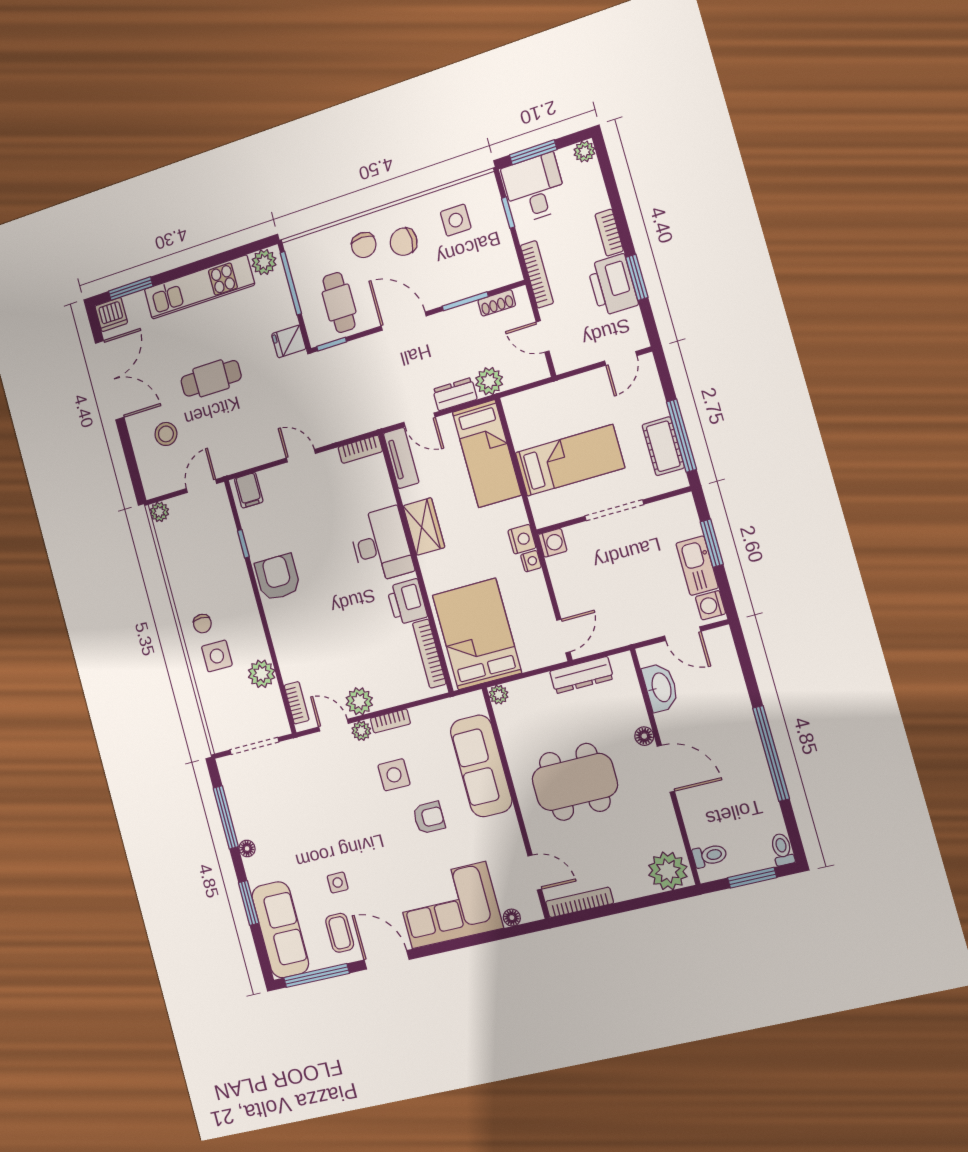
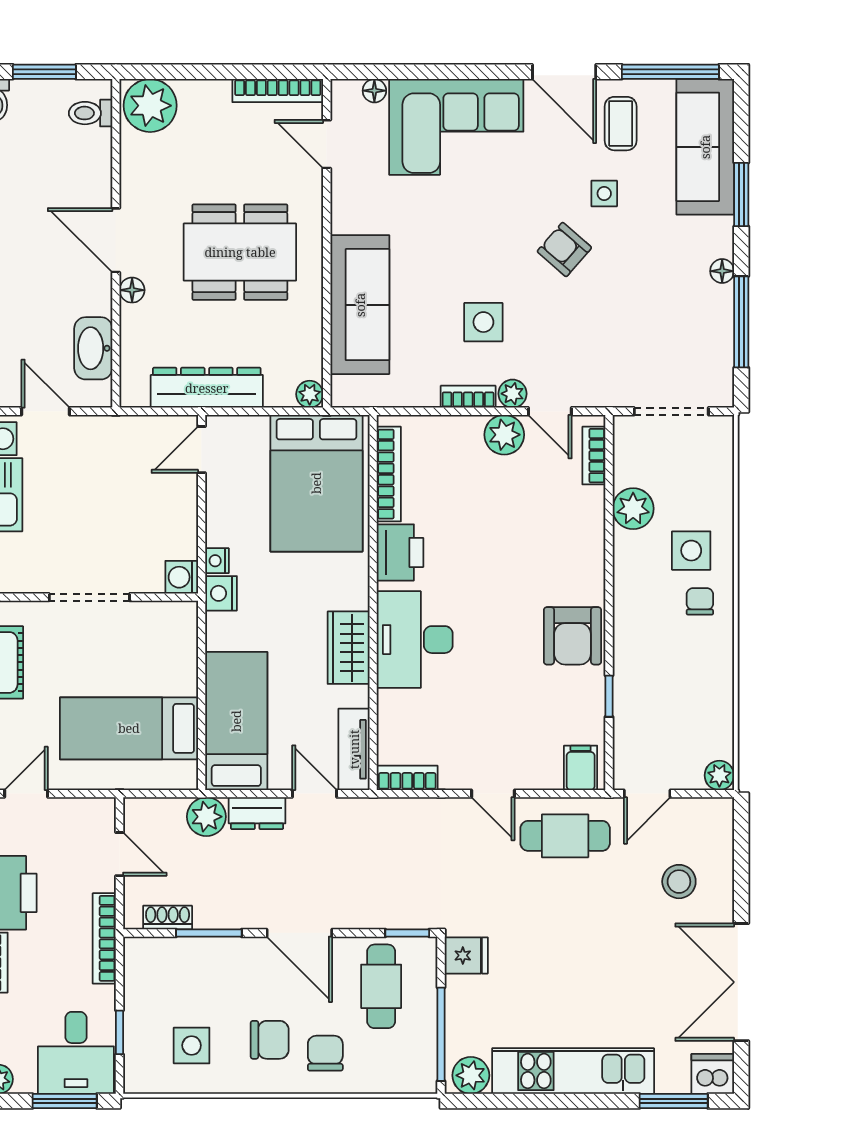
cafe table: (211, 378) -> (565, 836), moved
bed: (570, 460) -> (129, 728), moved
dresser: (582, 675) -> (207, 388), width x1.37, depth x1.24
armchair: (429, 818) -> (564, 249), moved, turned 41

